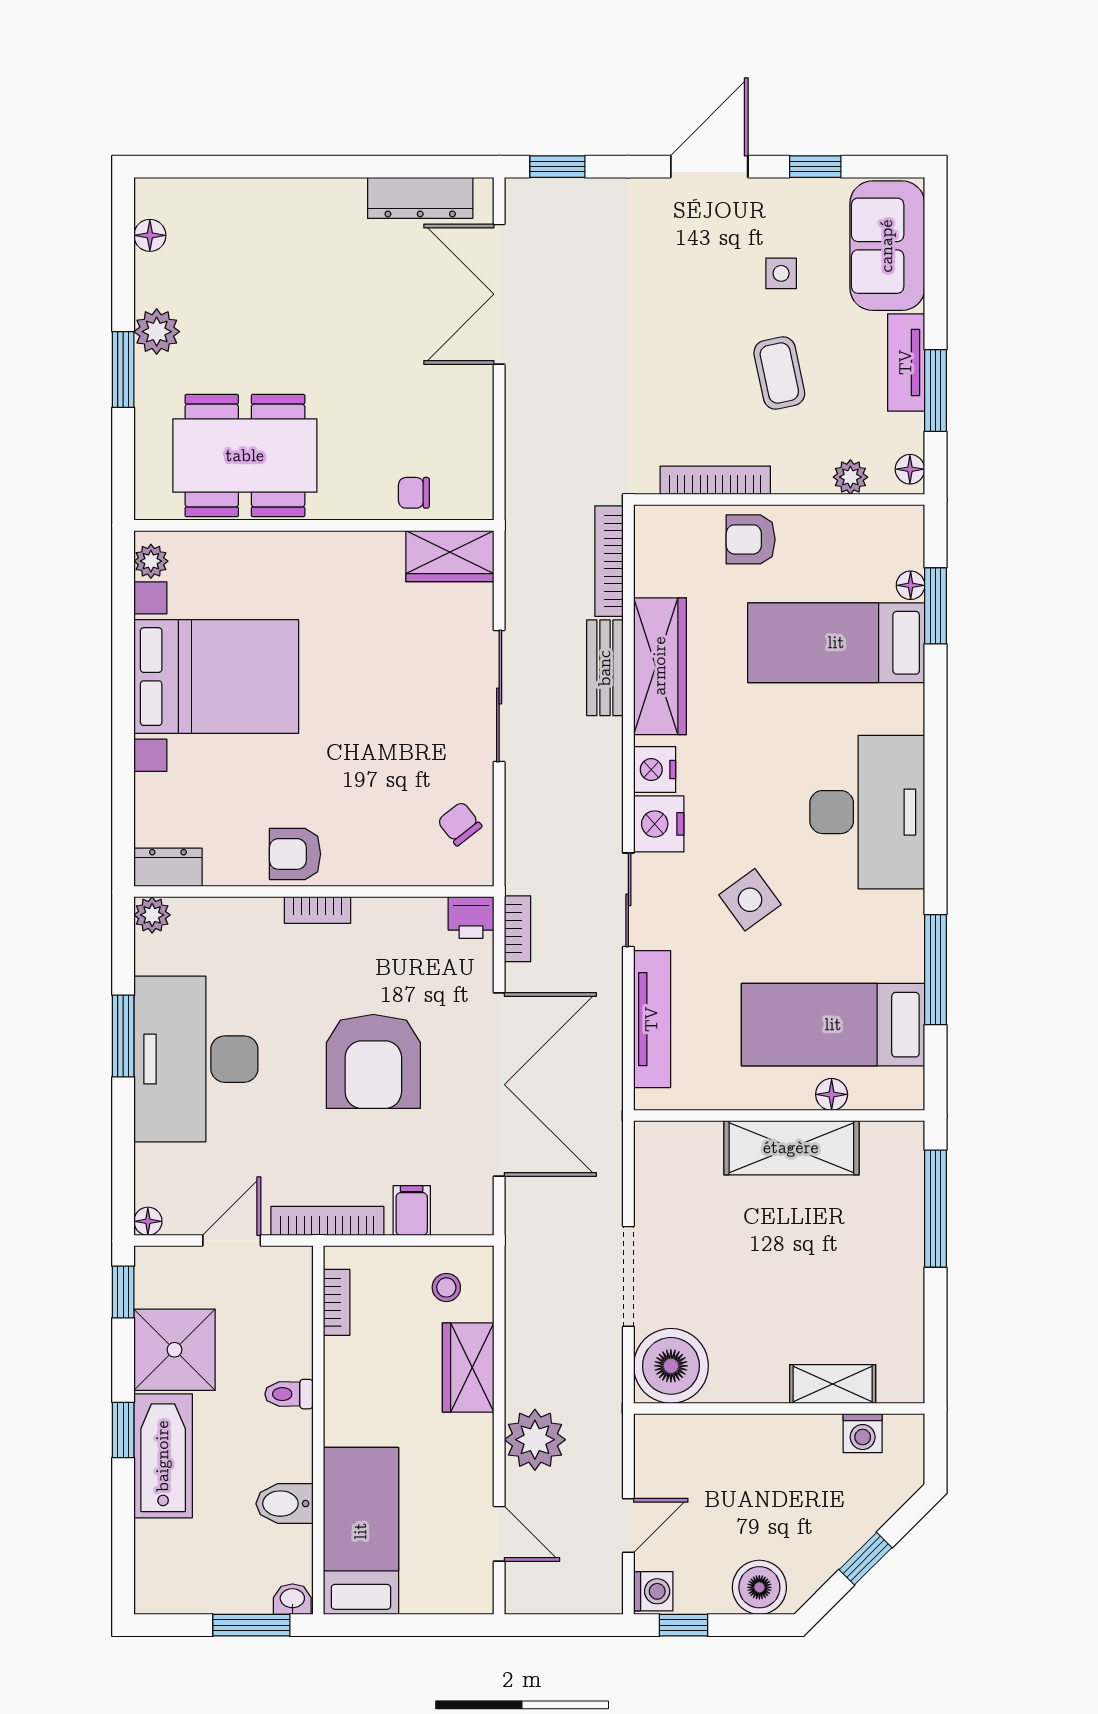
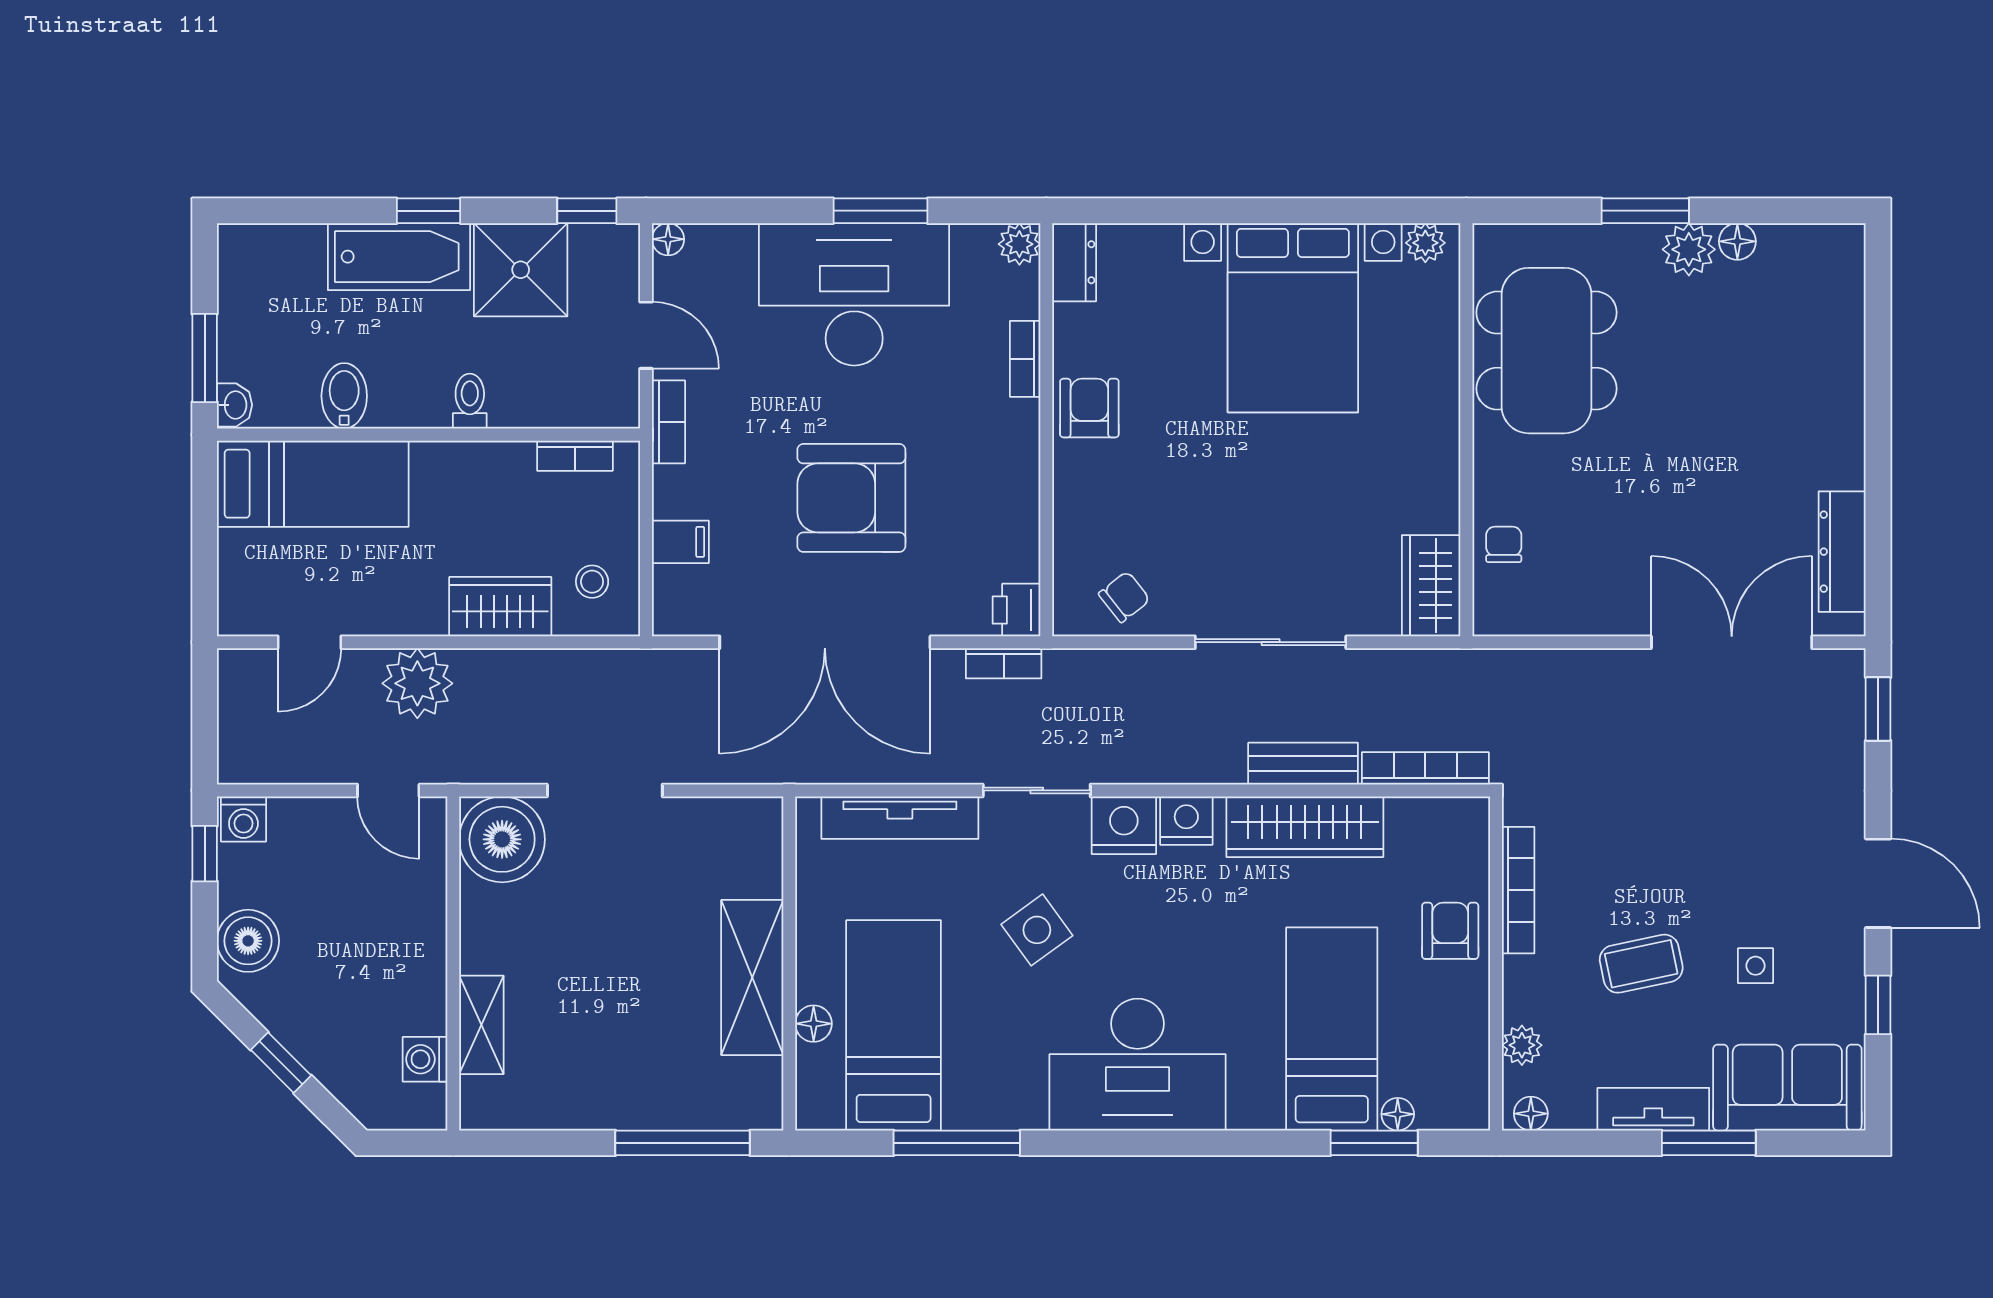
floor lamp: (150, 235) -> (1737, 241), moved
window: (936, 390) -> (1709, 1143), moved
bookcase: (317, 910) -> (1025, 359), moved
bookcase: (327, 1221) -> (668, 422), width x0.64
door: (628, 1526) -> (388, 790), moved

